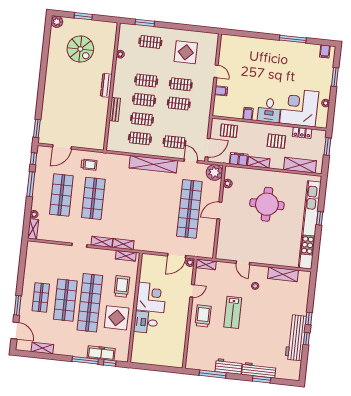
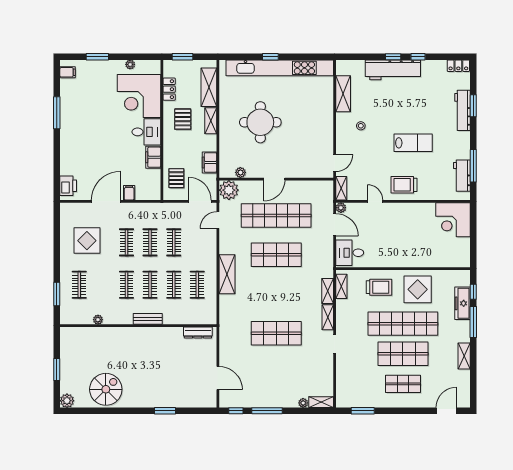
printer: (232, 42) -> (68, 186), added
spiral stairs: (80, 49) -> (106, 389), moved
door: (216, 71) -> (106, 201), width x1.88
dresser: (106, 85) -> (198, 333), moved
bench: (115, 109) -> (148, 319), moved
filing cabinet: (248, 114) -> (153, 157), width x2.00
window: (37, 128) -> (165, 411), moved
clothes rail: (175, 142) -> (174, 242), moved
shelving: (259, 162) -> (211, 121), moved
shelving: (153, 164) -> (227, 274), width x0.68
trolley: (89, 165) -> (236, 343), removed
shop shelf: (61, 195) -> (276, 255), moved
door: (219, 211) -> (274, 179), hinge flipped
door: (243, 263) -> (335, 163), moved
trolley: (122, 286) -> (379, 287), turned 180
corner desk: (151, 297) -> (453, 220), moved, turned -90
window: (18, 305) -> (363, 411), moved
lab bench: (233, 312) -> (413, 143), moved
desk: (146, 322) -> (350, 253), moved, turned 90
workbench: (296, 338) -> (393, 70), moved
shelving: (42, 348) -> (464, 356), moved
workbench: (229, 367) -> (462, 176), moved
locker: (296, 371) -> (458, 66), added

